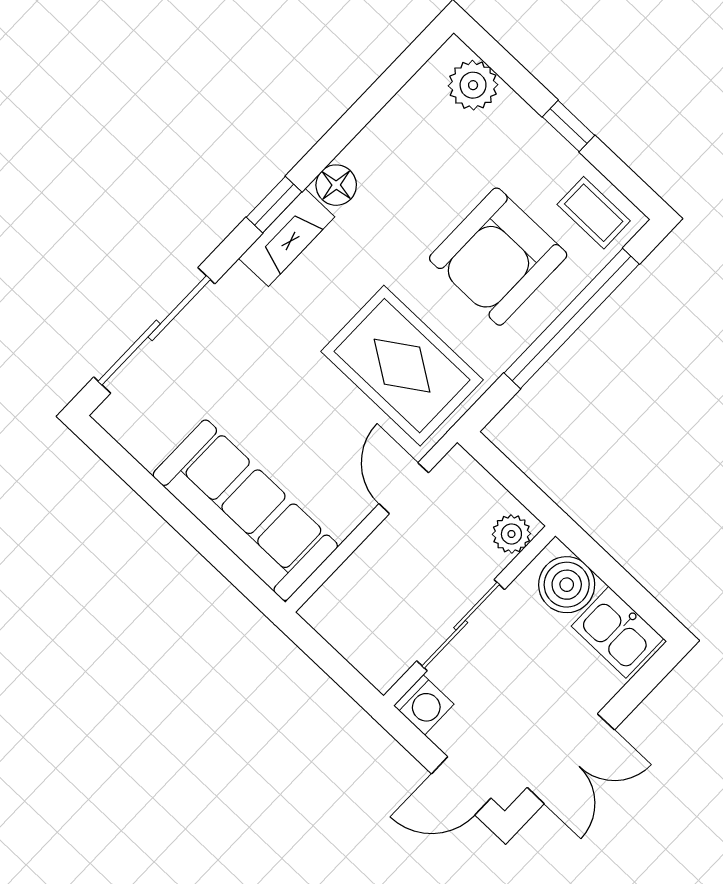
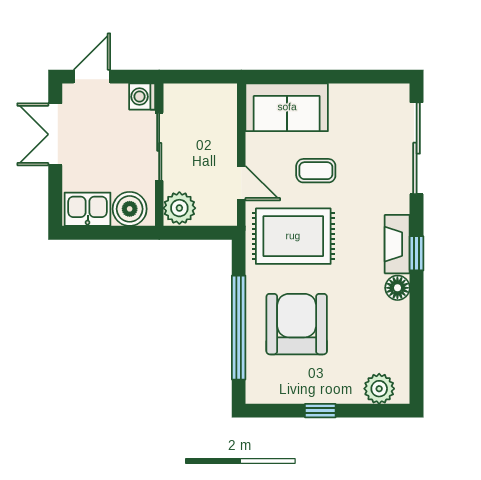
coffee table: (594, 213) -> (316, 171), moved
sofa: (245, 510) -> (287, 107), width x0.73
plant: (511, 534) -> (179, 208), width x1.38, depth x1.38

